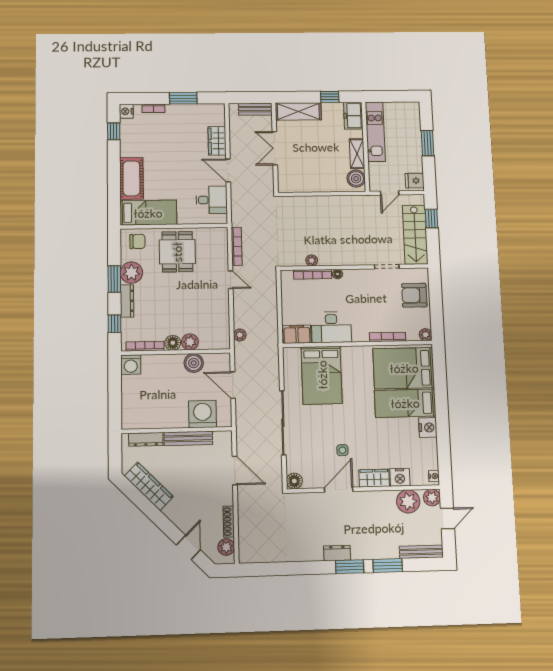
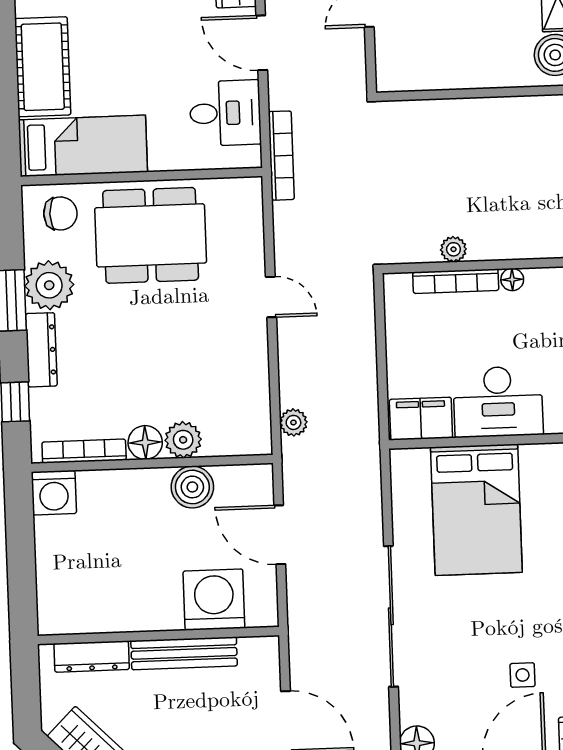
bookcase: (237, 246) -> (281, 156), moved
dining table: (177, 252) -> (151, 235), width x1.37

